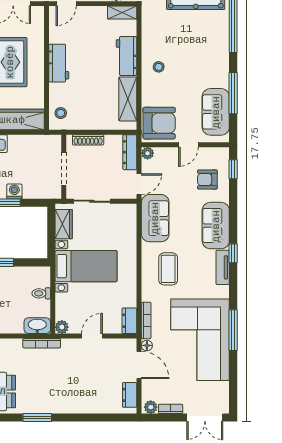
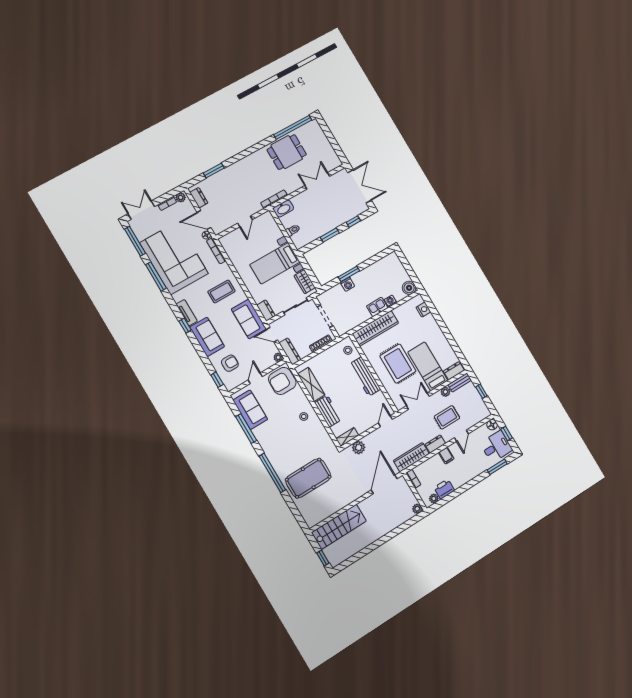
workbench: (59, 63) -> (365, 376), width x1.37
door: (139, 184) -> (272, 335), hinge flipped
coffee table: (168, 269) -> (221, 291), turned 90
dresser: (129, 321) -> (266, 310), moved
plant: (62, 327) -> (267, 216), removed
window: (233, 385) -> (135, 241), added
window: (37, 418) -> (214, 171), moved

